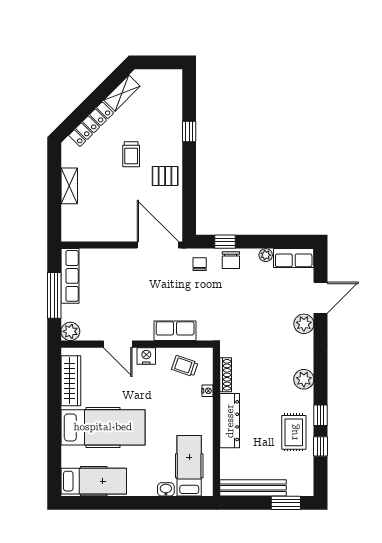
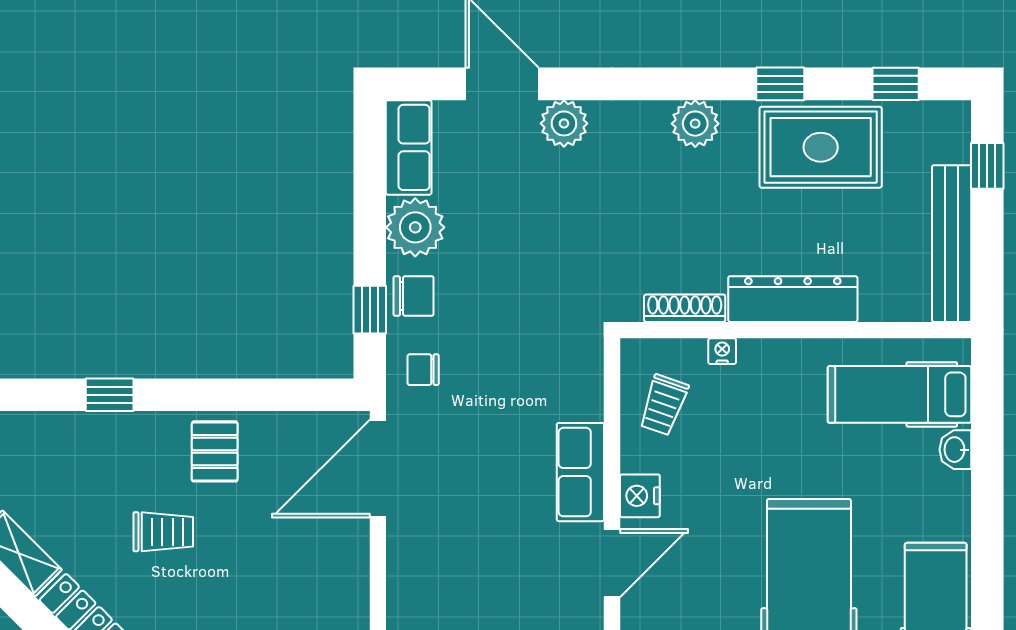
plant: (266, 255) -> (415, 227), width x1.87, depth x1.87
row of seats: (175, 331) -> (580, 472), moved
rug: (294, 432) -> (821, 147), width x1.36, depth x1.43
window: (321, 446) -> (896, 84), moved
window: (286, 503) -> (987, 166), width x0.67

